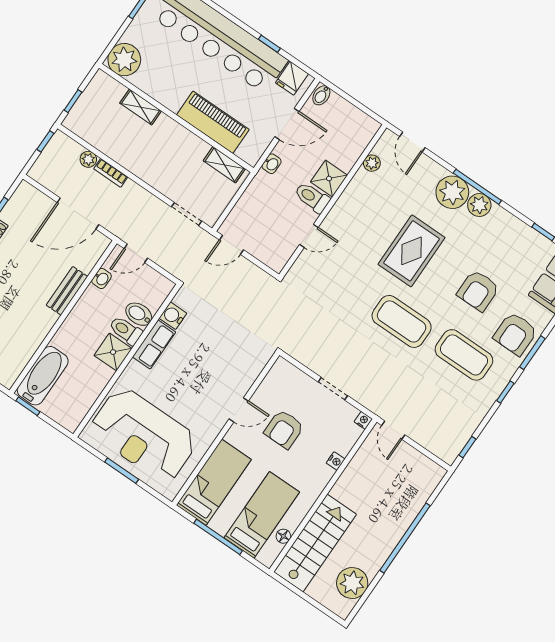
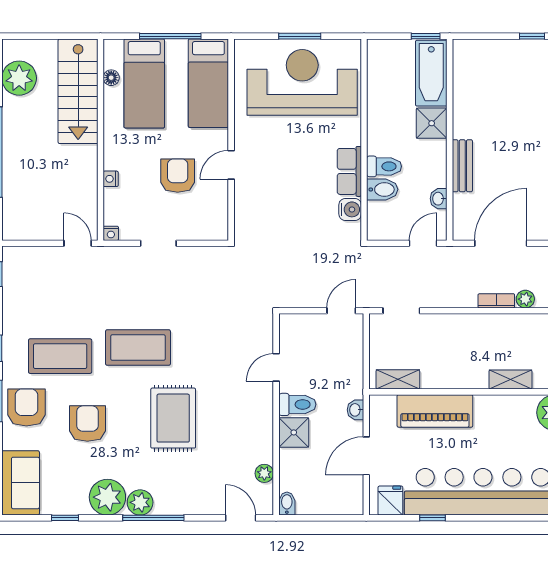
bidet: (321, 95) -> (287, 504), moved
plant: (452, 192) -> (107, 497), moved
shower: (113, 352) -> (432, 123), moved

